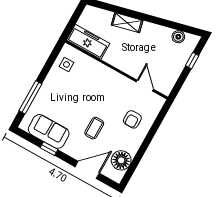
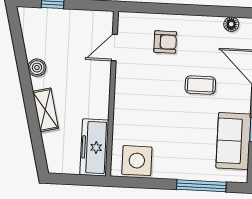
boiler: (178, 37) -> (37, 68), moved
side table: (66, 64) -> (137, 161), width x1.87, depth x1.87
floor lamp: (121, 160) -> (231, 24), width x0.53, depth x0.53

